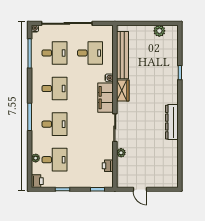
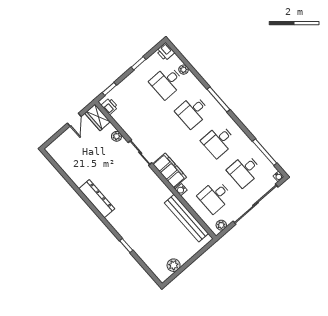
plant: (103, 30) -> (221, 225), added
wardrobe: (123, 91) -> (98, 117), moved
printer: (108, 166) -> (110, 106), moved
door: (140, 189) -> (74, 120), swing flipped

